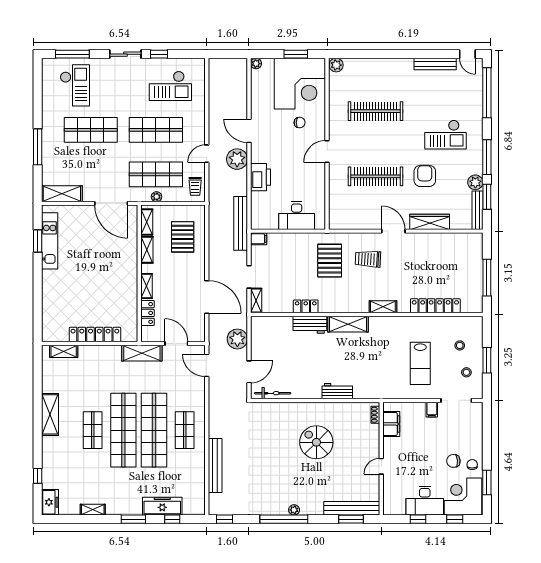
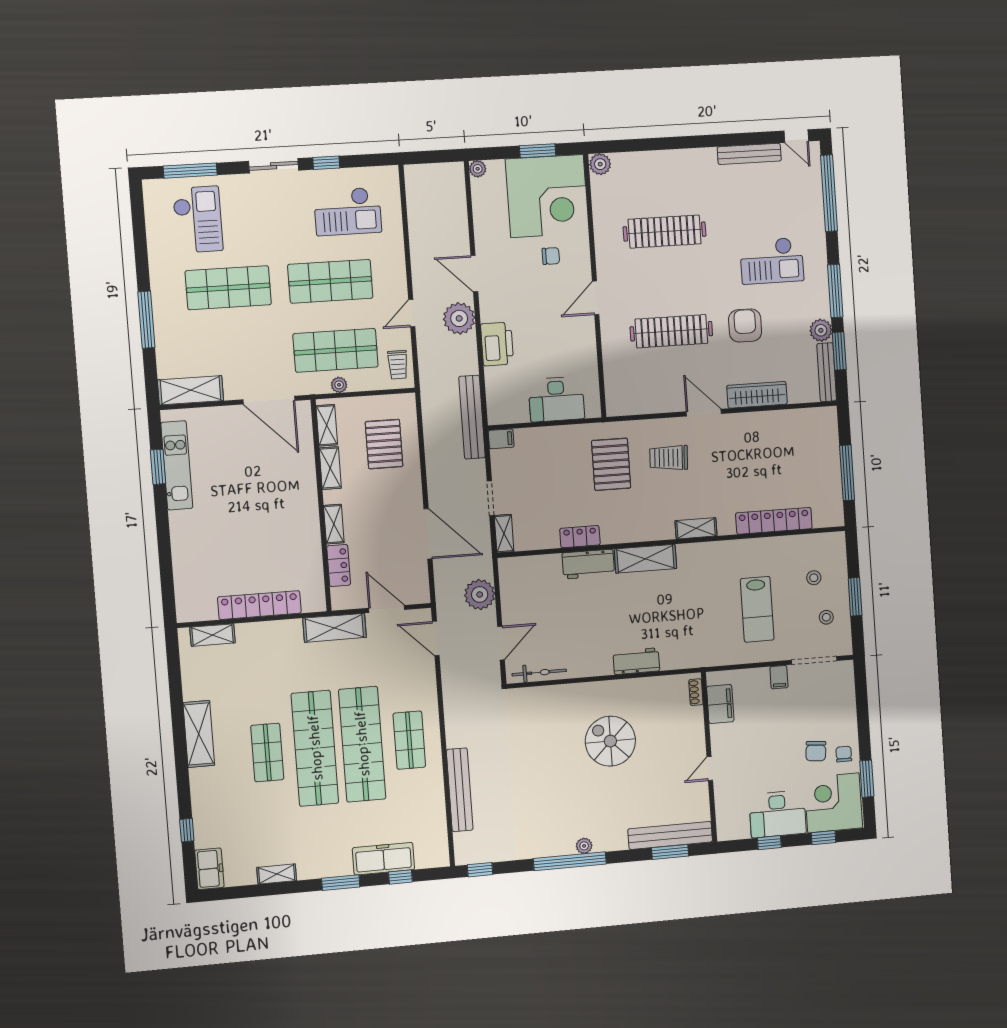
chair: (453, 461) -> (816, 751), turned -80

